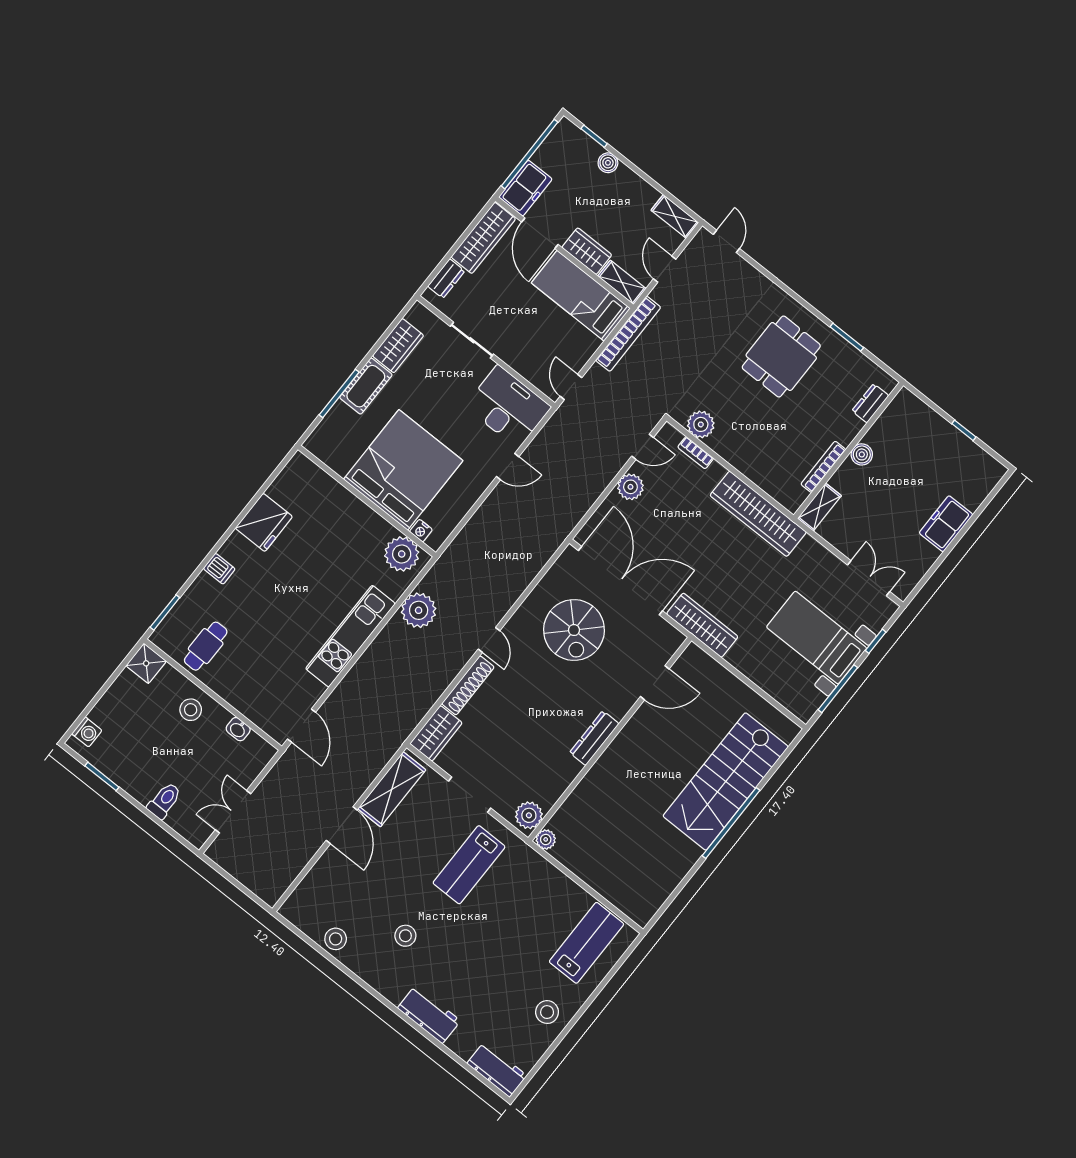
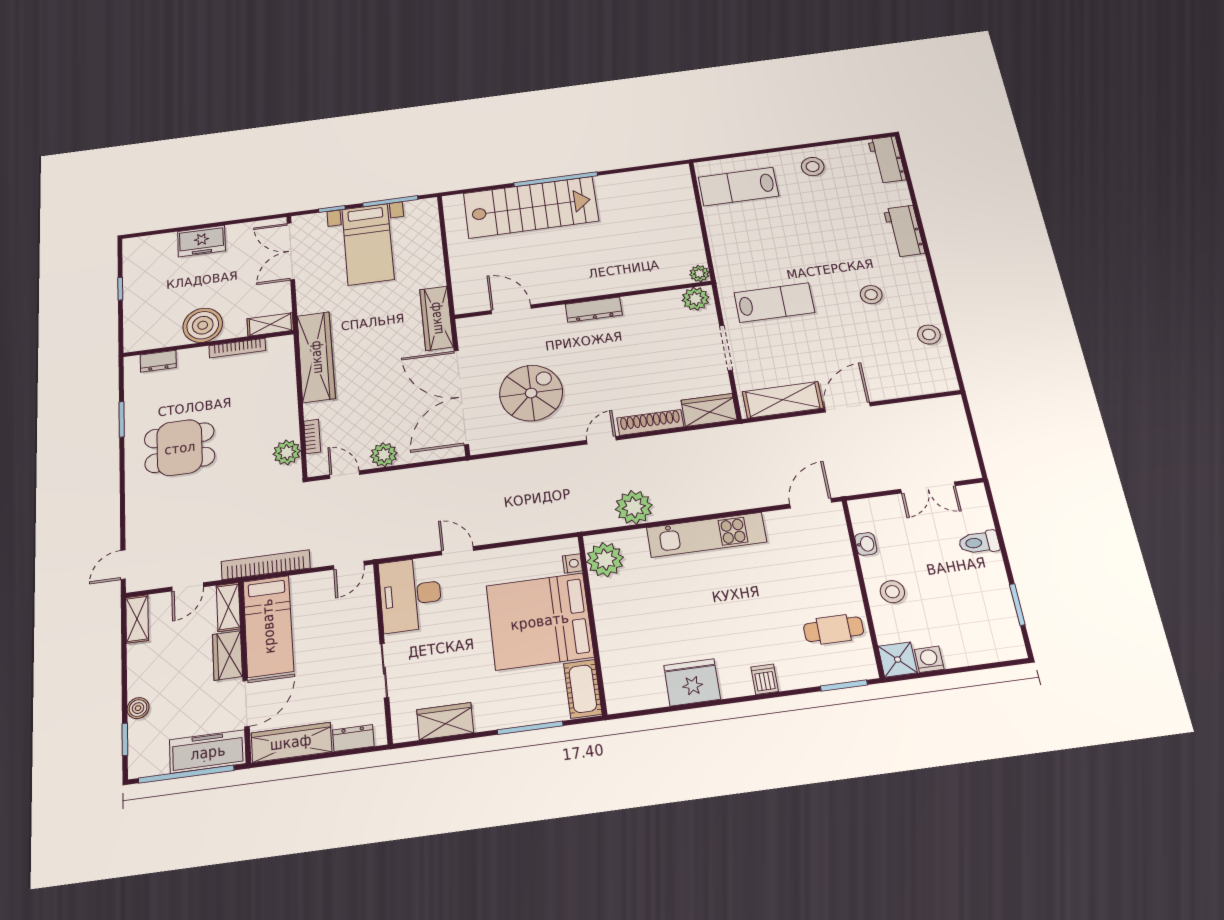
freezer: (525, 188) -> (208, 752), width x1.40
cot: (366, 386) -> (583, 689), moved, turned 90
boiler: (862, 454) -> (203, 325), width x1.86, depth x1.86
double door: (869, 578) -> (291, 251), width x1.37
washing machine: (87, 732) -> (929, 659), moved

